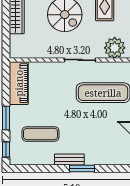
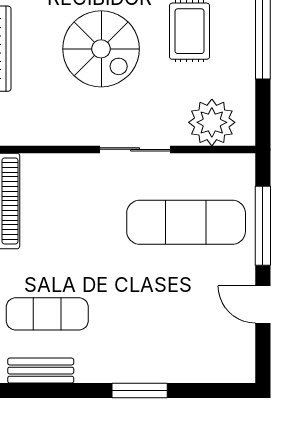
bench: (69, 160) -> (41, 371), moved

